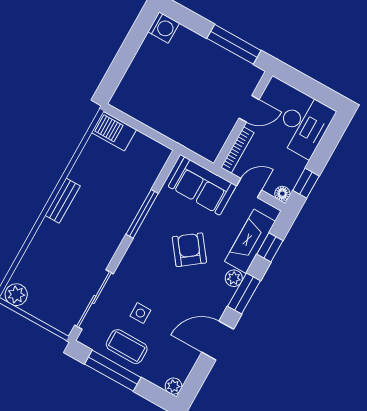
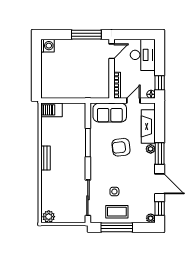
door: (249, 109) -> (112, 51), moved
window: (270, 247) -> (160, 209), moved
armchair: (189, 250) -> (121, 147), turned -60
door: (218, 341) -> (160, 184), swing flipped

